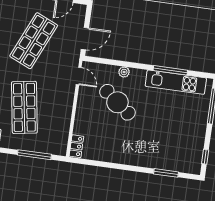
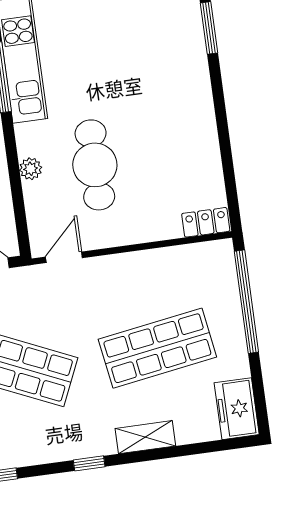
cafe table: (117, 102) -> (95, 165), turned -38
window: (34, 155) -> (246, 302), width x1.46

